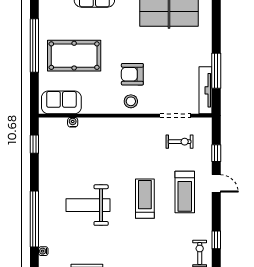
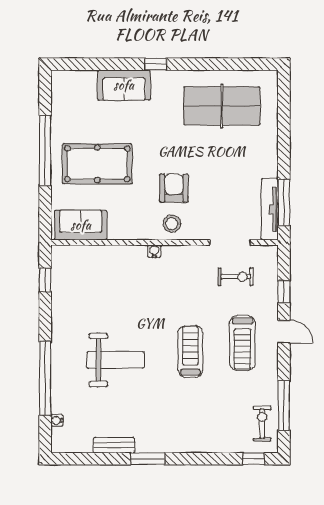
window: (216, 71) -> (284, 202), moved
armchair: (132, 74) -> (174, 188), turned 90
water cooler: (73, 122) -> (154, 251), moved
weight bench: (88, 205) -> (115, 360), turned 180
window: (216, 240) -> (284, 406), width x2.17

